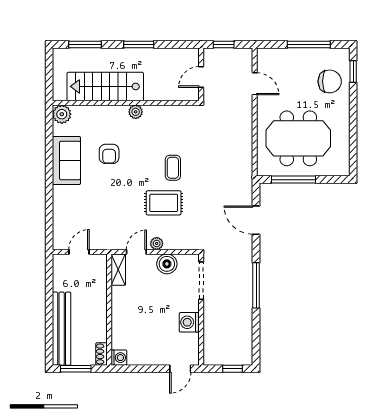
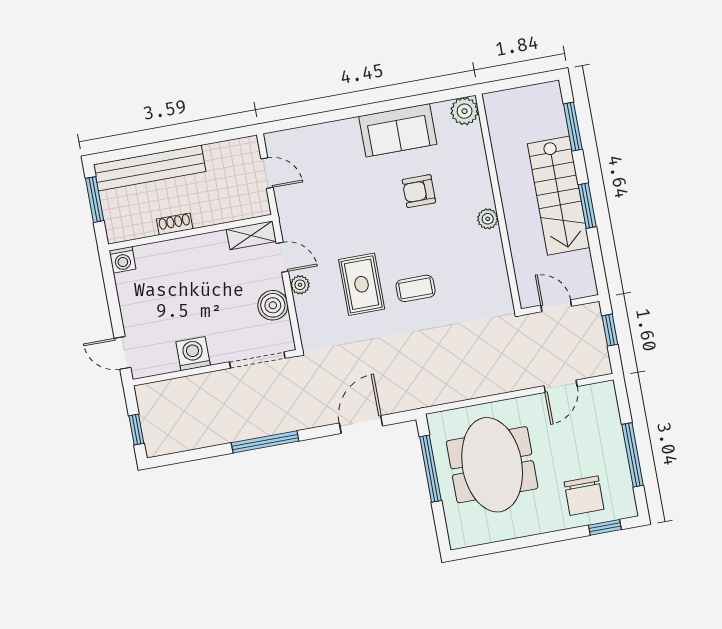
stairs: (105, 86) -> (559, 196), moved, turned 180
shoe rack: (101, 354) -> (175, 224), moved

